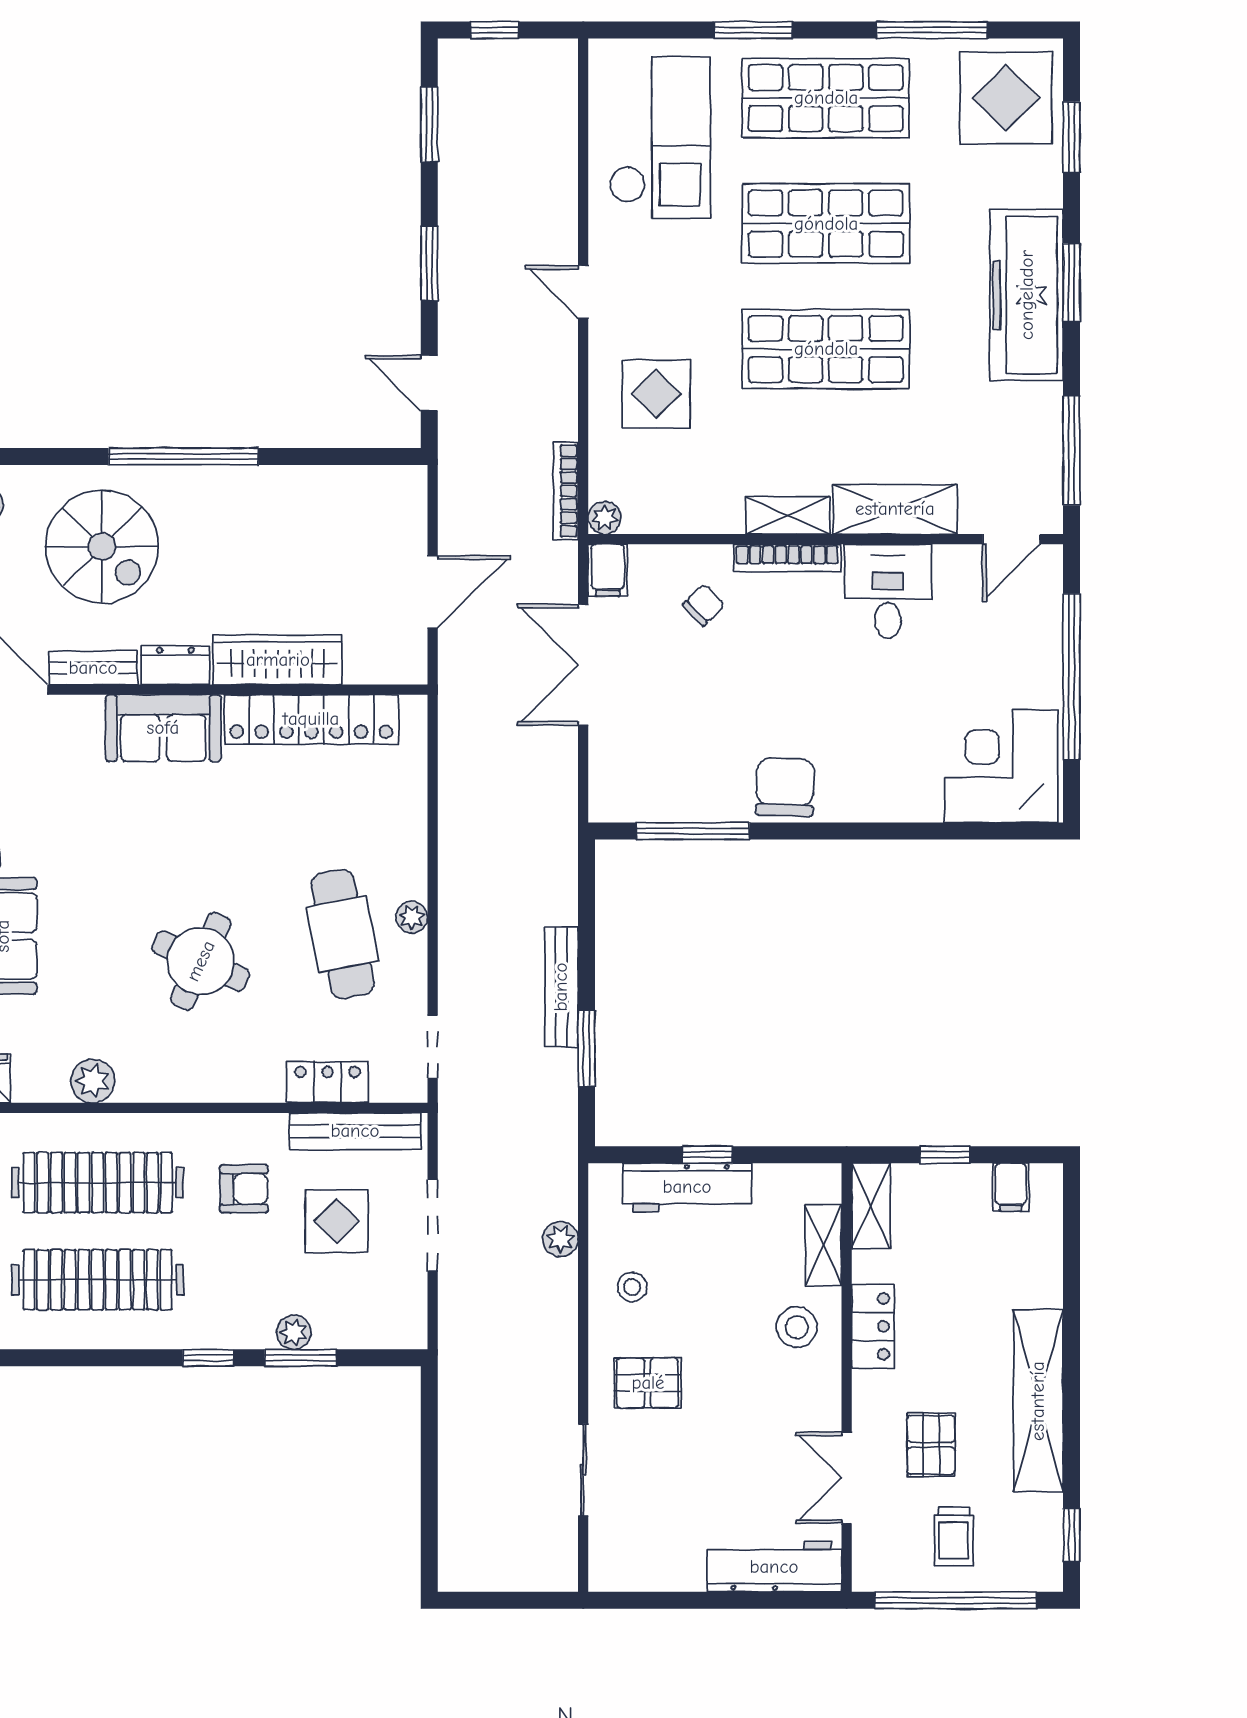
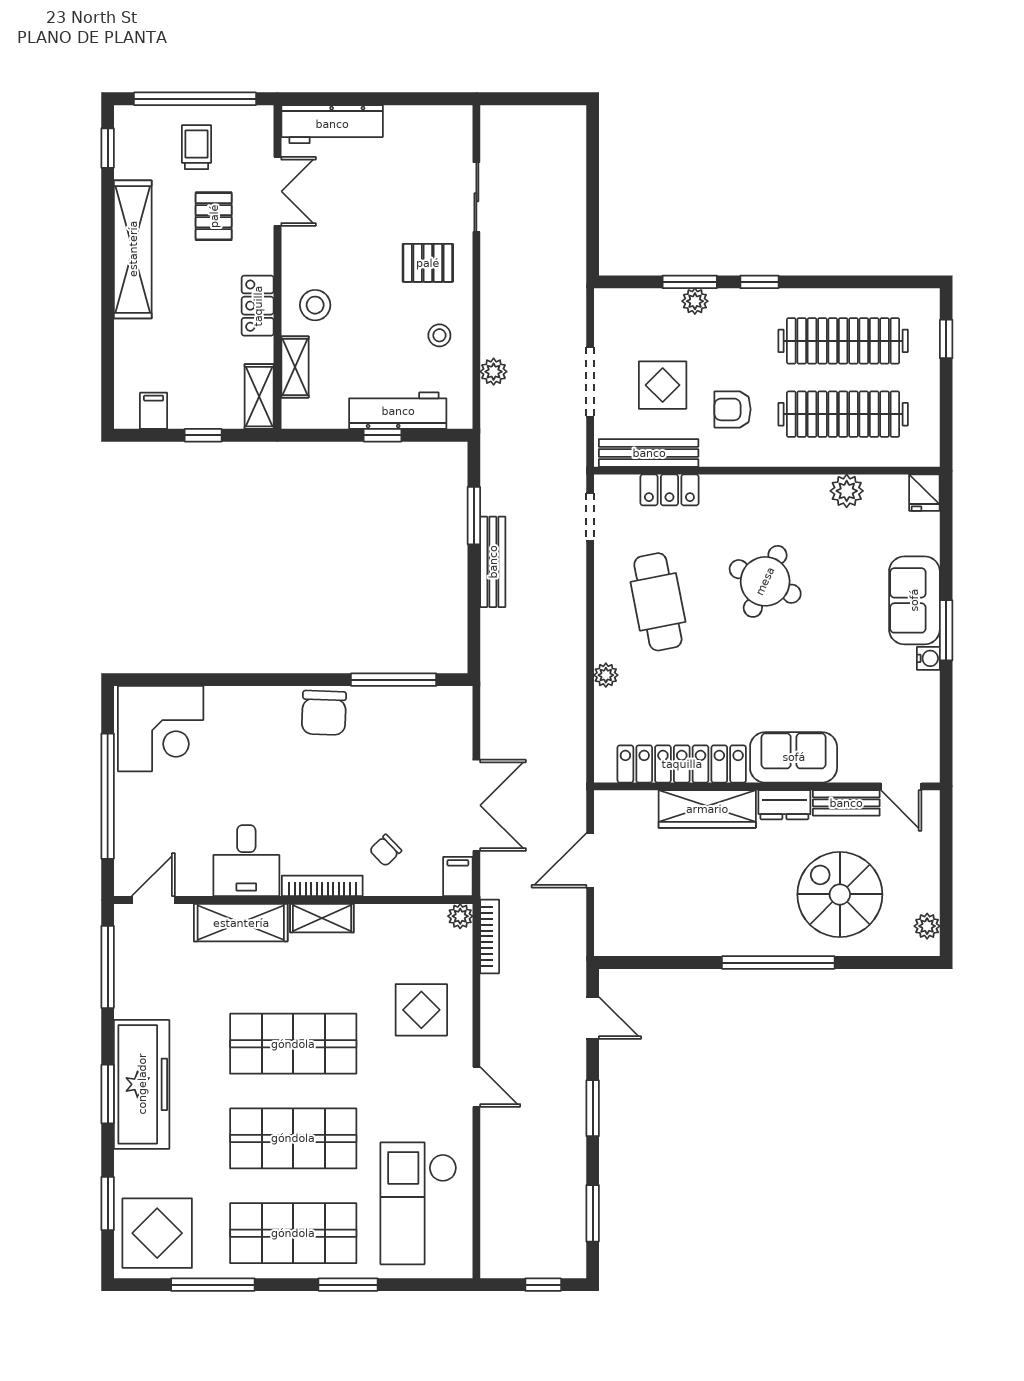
plant: (412, 917) -> (606, 675), moved

